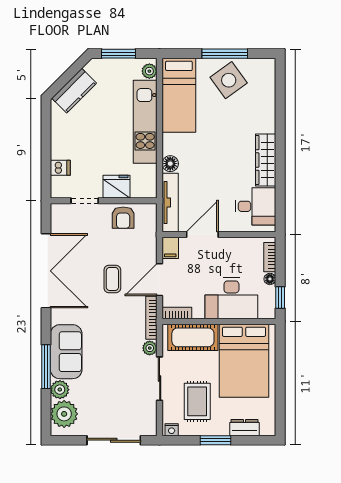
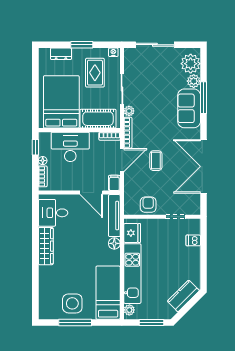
side table: (229, 80) -> (72, 303), turned 36
fridge: (117, 187) -> (132, 233), moved, turned -90
door: (202, 235) -> (91, 193), hinge flipped

